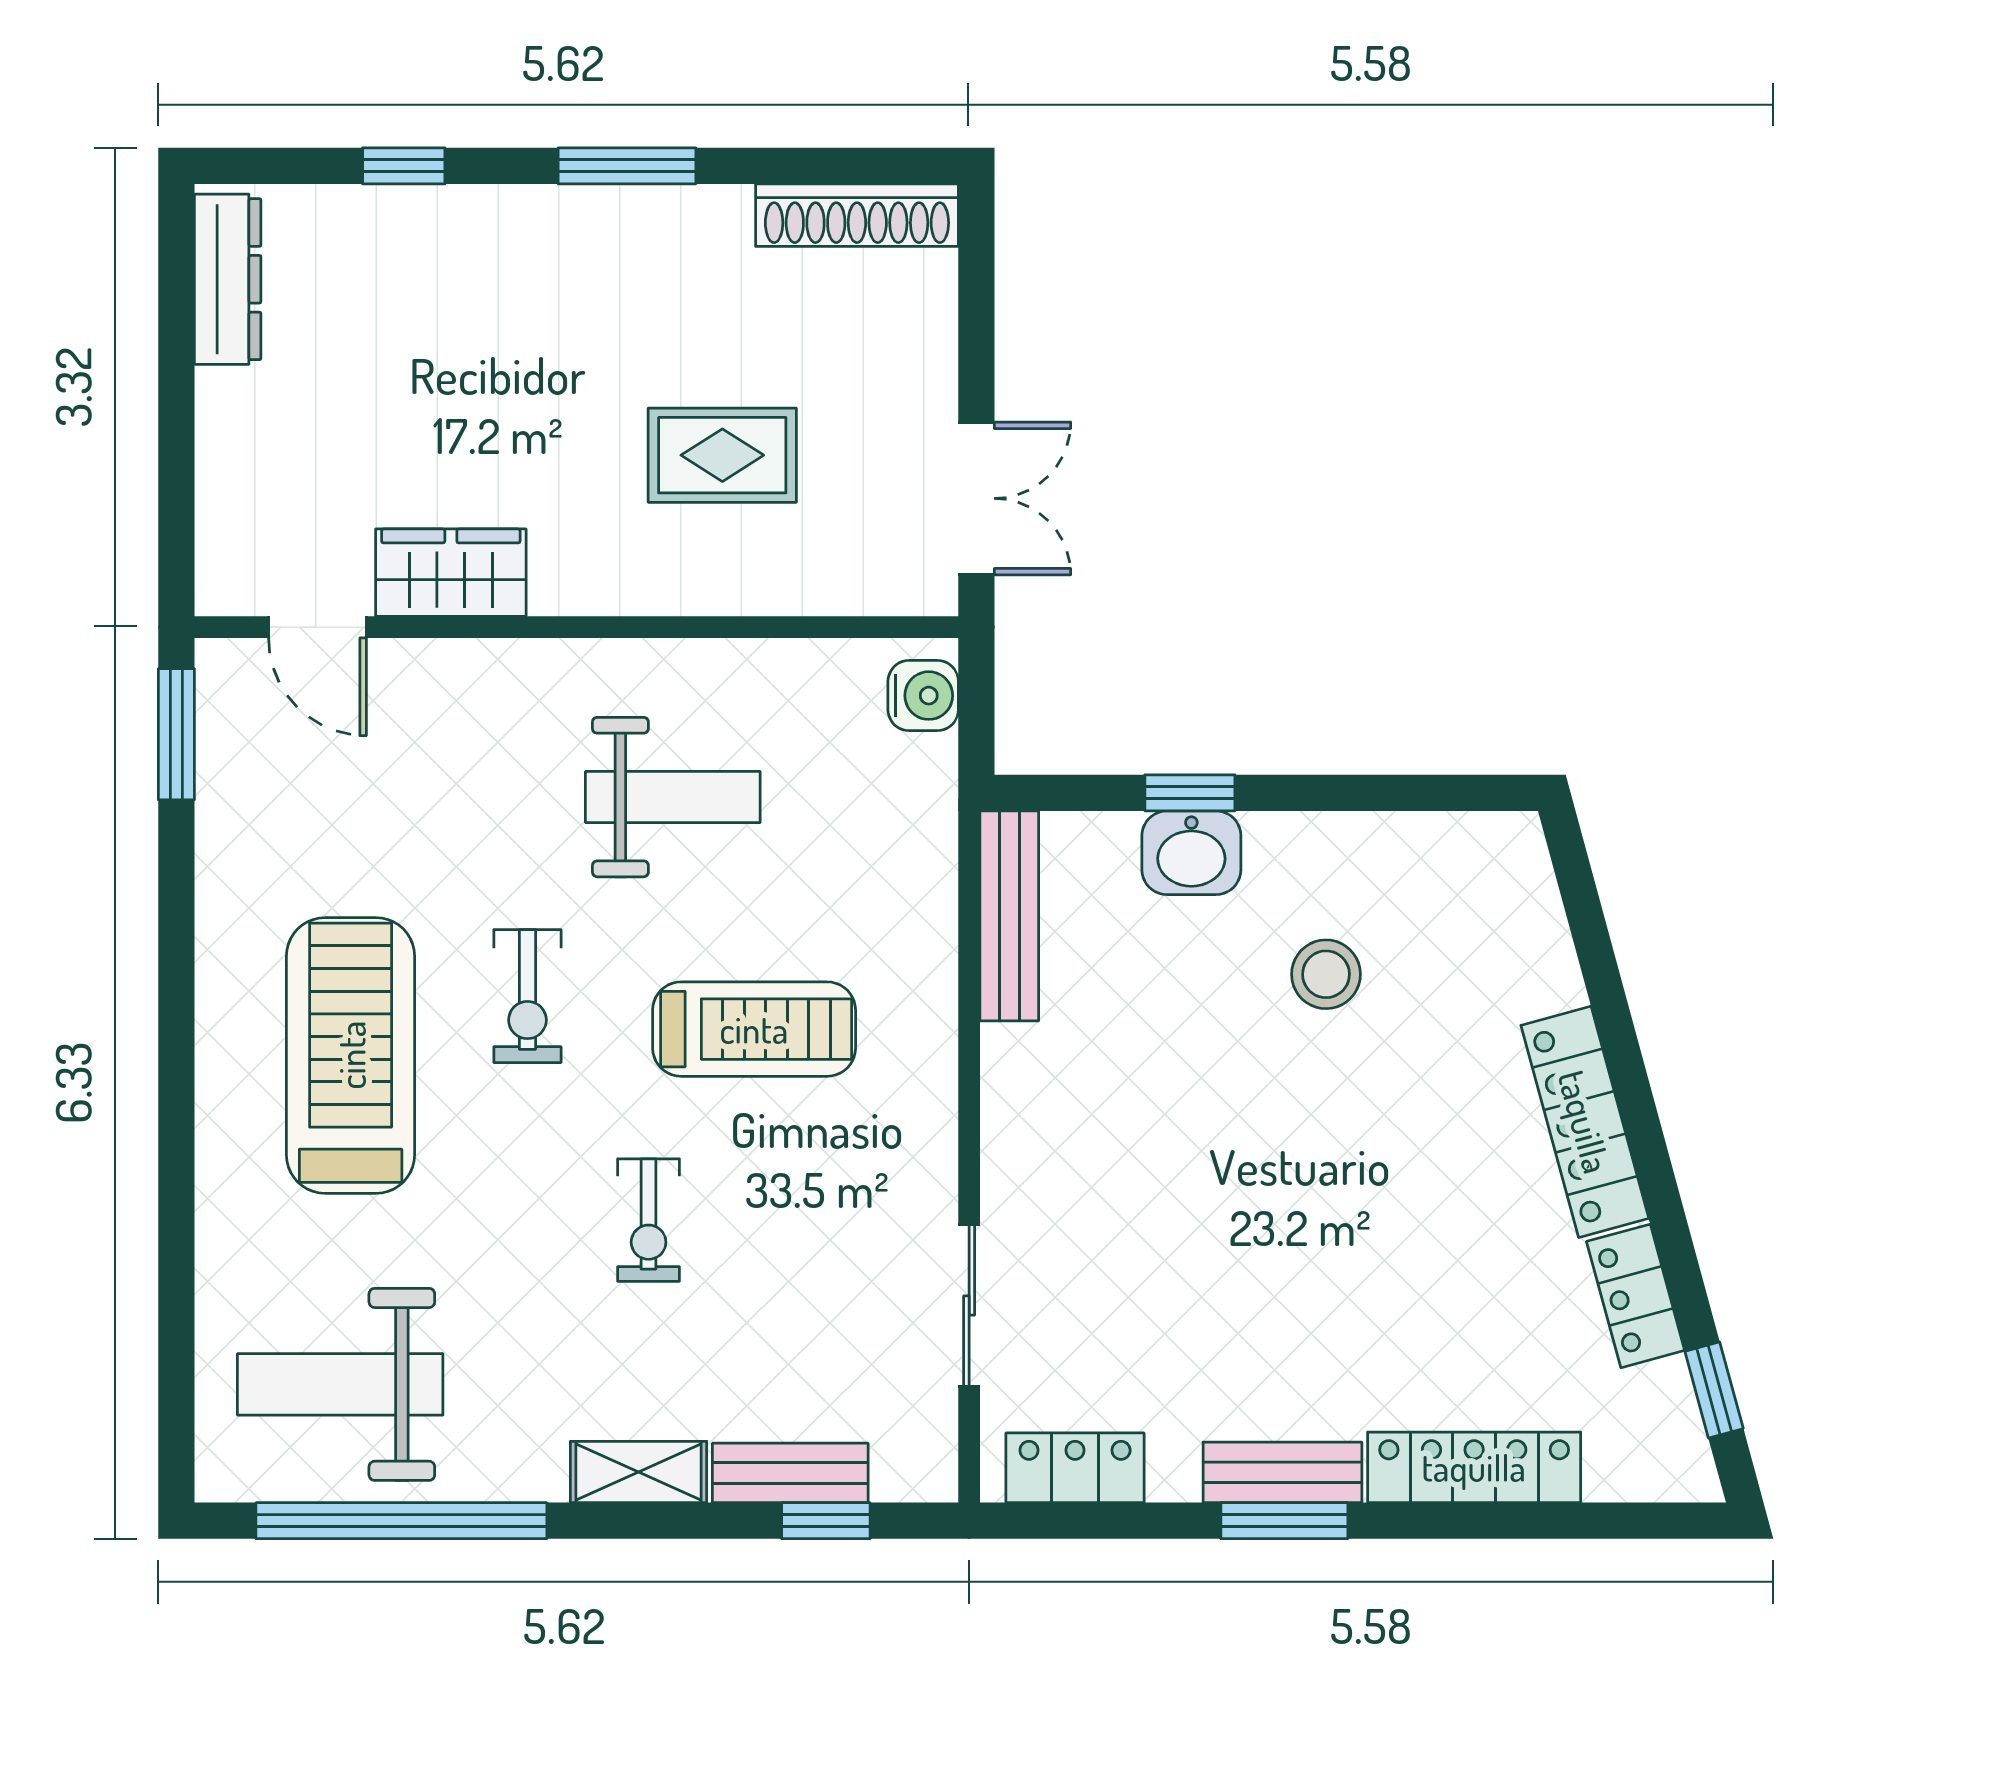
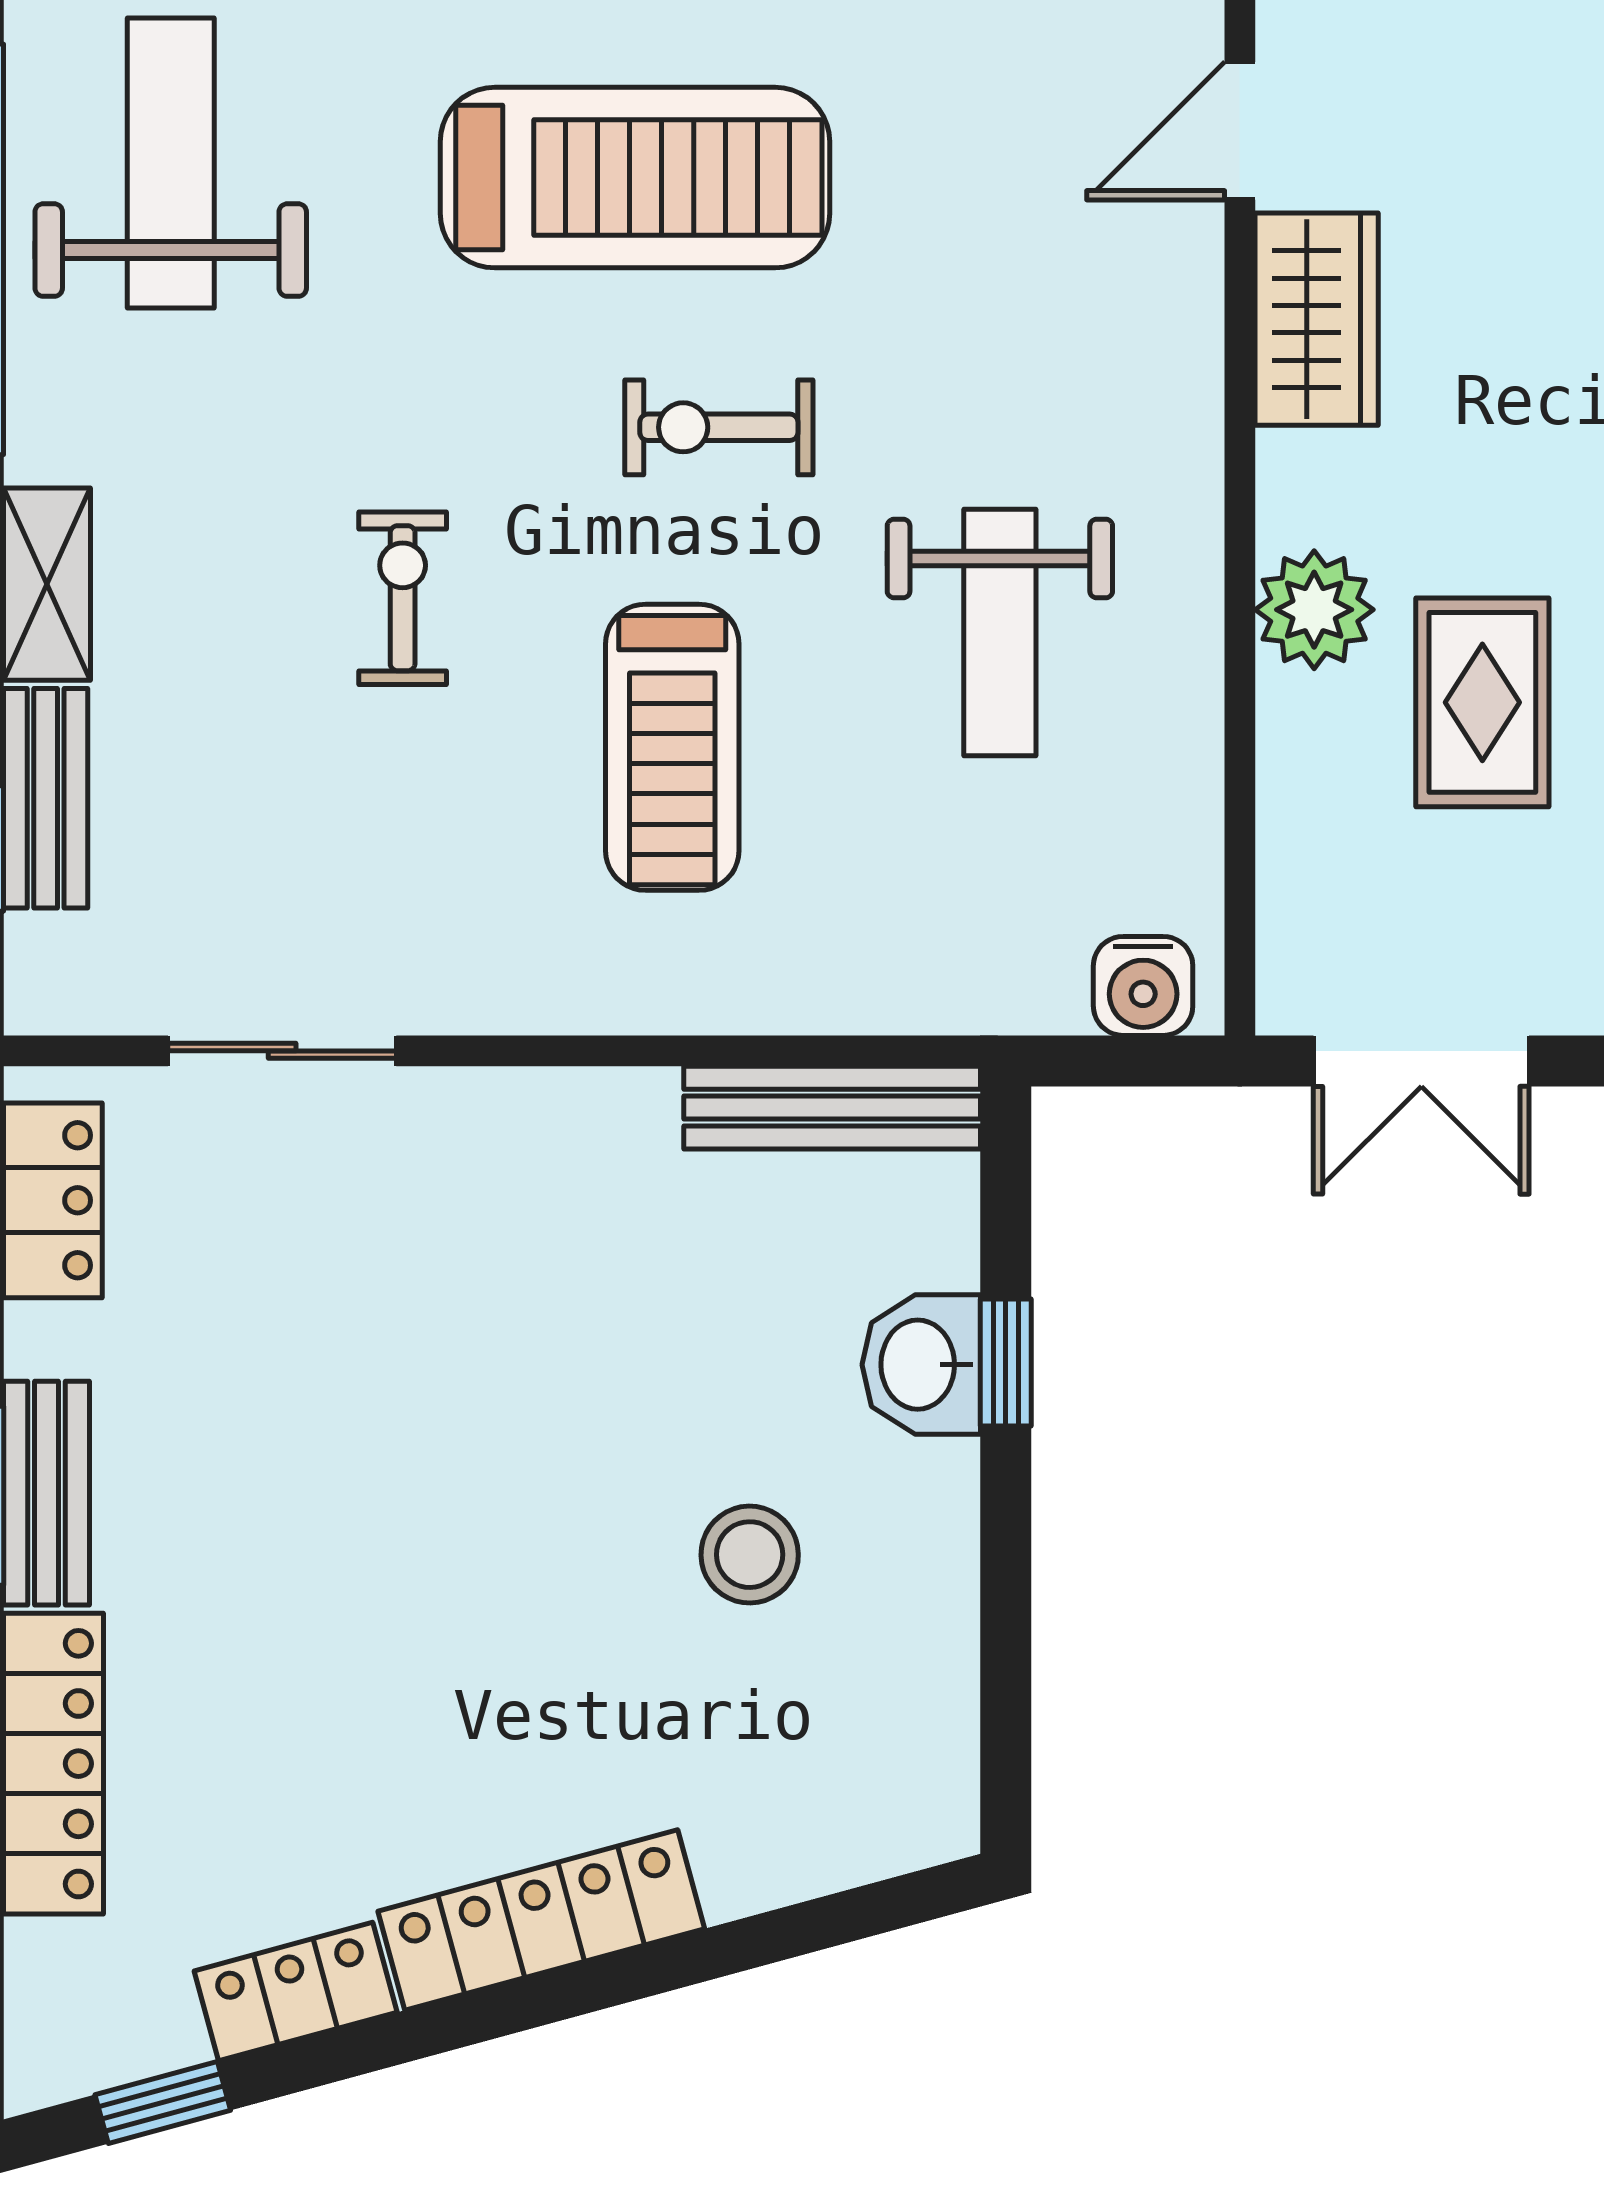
plant: (657, 574) -> (1314, 610), added
exercise bike: (649, 1220) -> (403, 598), turned 90

